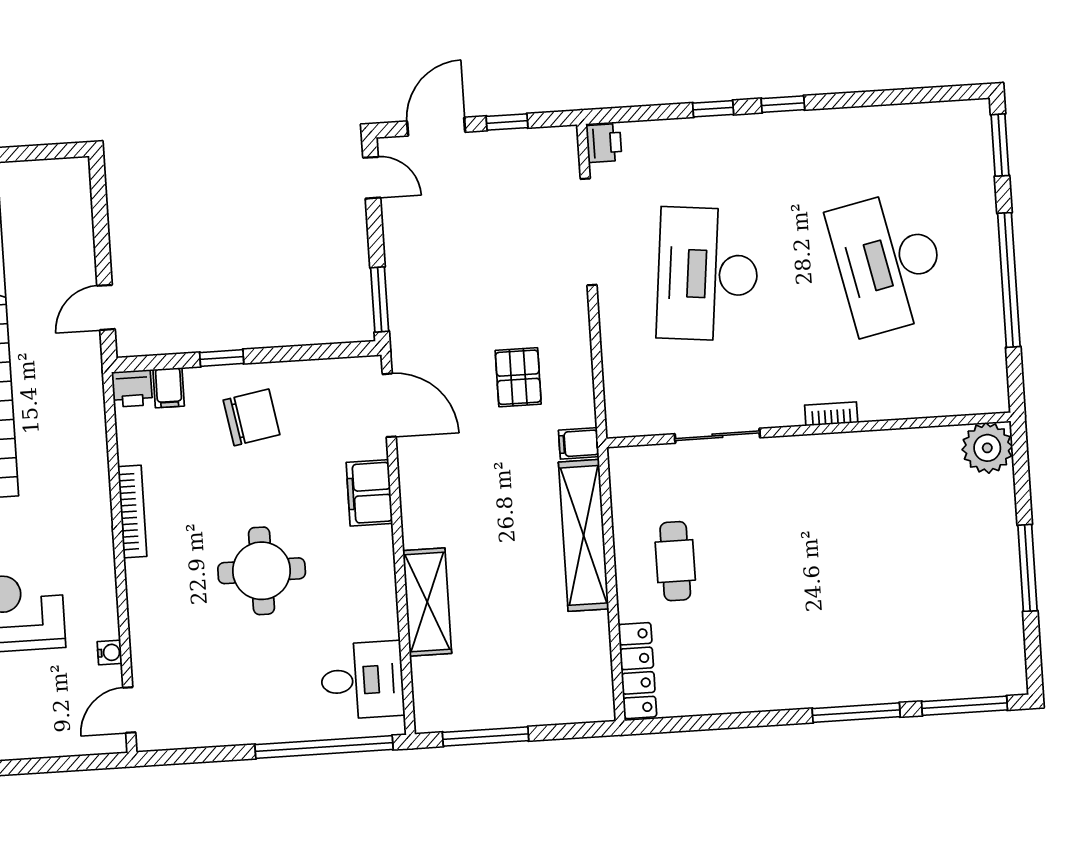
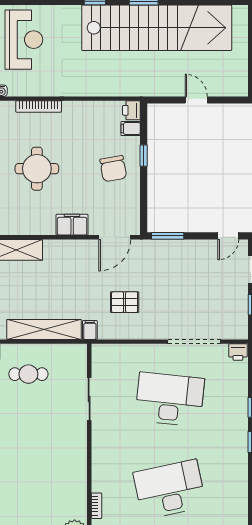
door: (106, 307) -> (196, 100), moved
bookcase: (831, 414) -> (96, 506), moved
bookcase: (132, 511) -> (39, 107), moved

